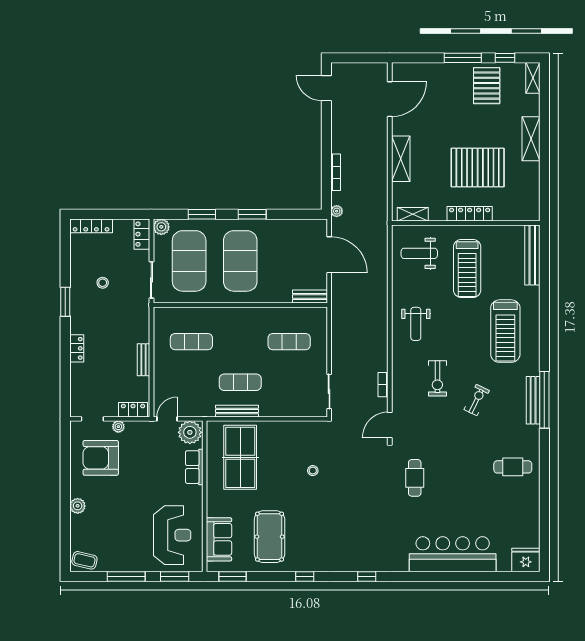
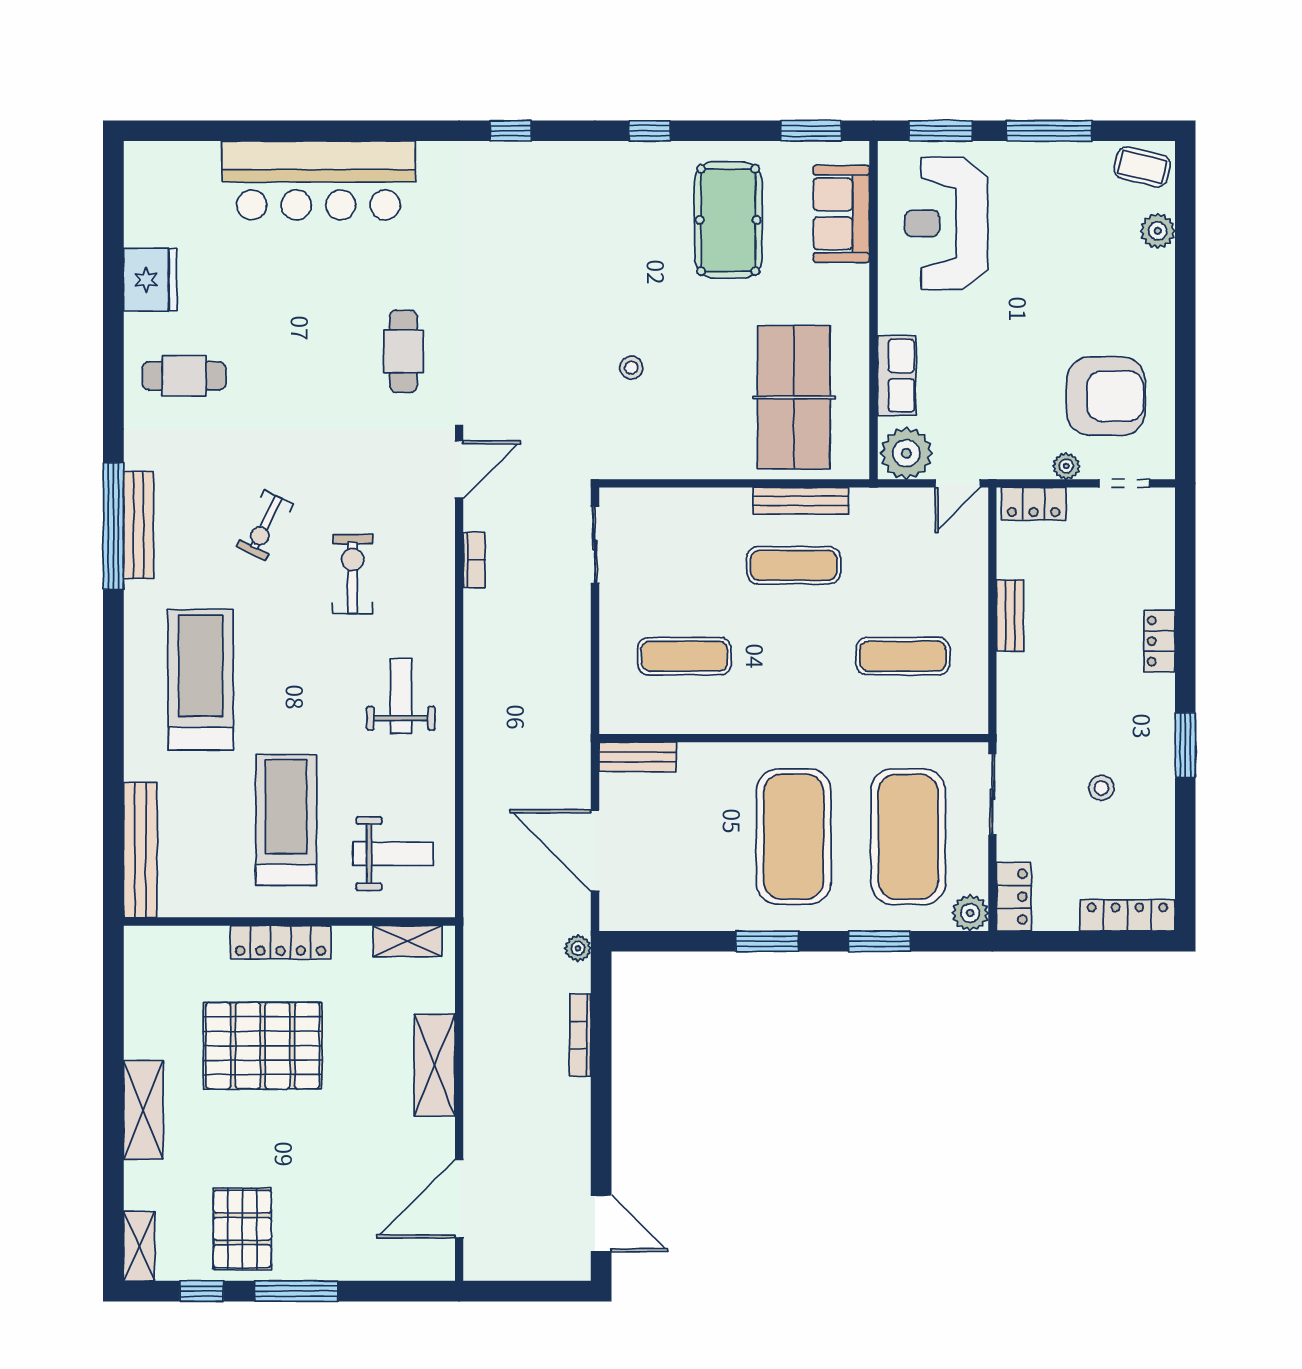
plant: (78, 506) -> (1158, 231), moved
fridge: (526, 560) -> (150, 280), moved, turned -90

